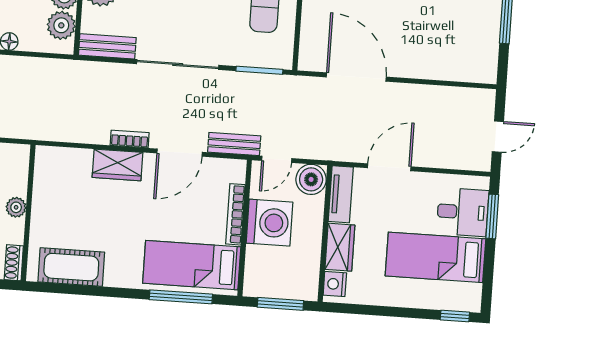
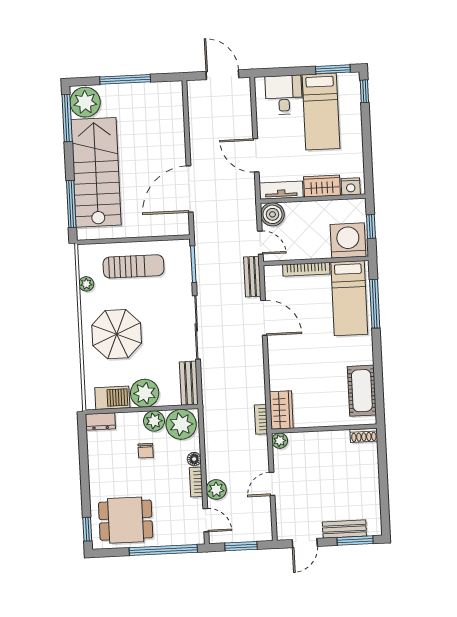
plant: (61, 25) -> (181, 424), width x1.36, depth x1.36
door: (498, 137) -> (222, 75), width x1.38
bookcase: (130, 139) -> (261, 419), moved
wardrobe: (117, 165) -> (281, 410), moved
plant: (16, 207) -> (280, 441), moved
window: (492, 216) -> (333, 69), moved
washing machine: (270, 223) -> (348, 240), moved
window: (280, 304) -> (371, 227), width x0.67

